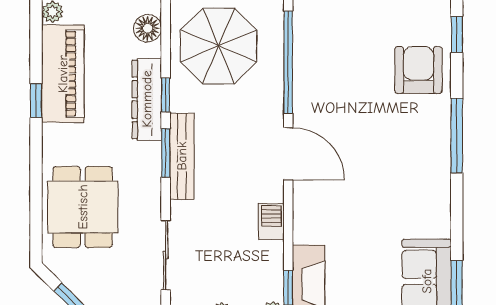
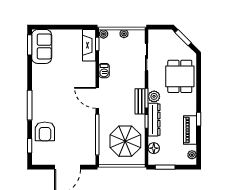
piano: (63, 74) -> (190, 130), width x0.73, depth x0.75
bench: (182, 156) -> (140, 101), width x0.73
plant: (147, 157) -> (154, 96), added

